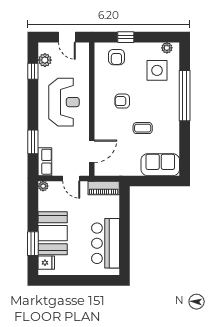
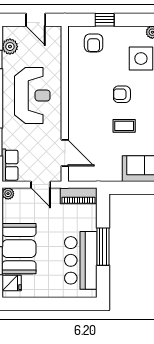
armchair: (122, 101) -> (122, 94), moved
door: (92, 151) -> (65, 153), hinge flipped
window: (124, 231) -> (103, 247), added

